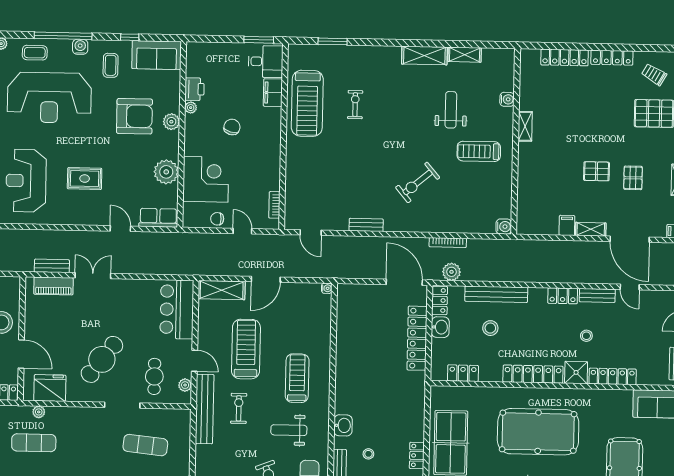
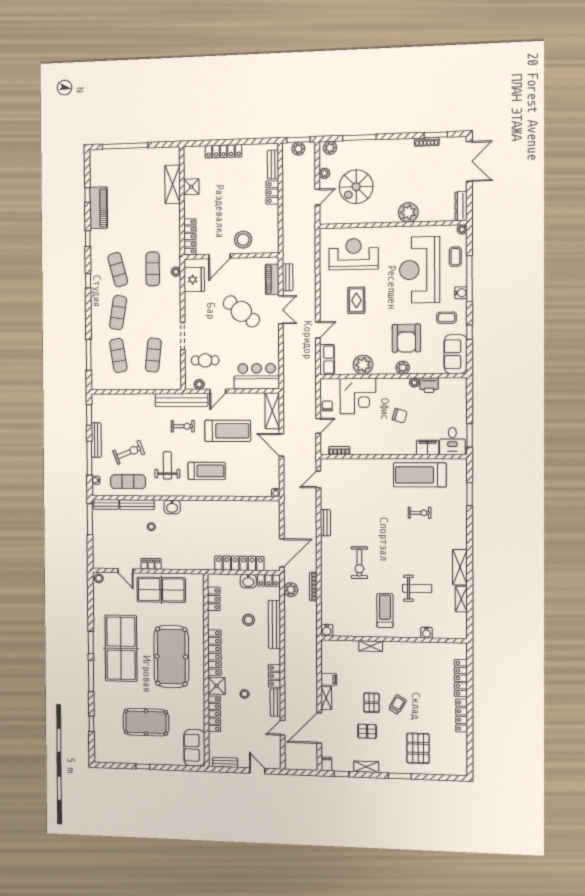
trolley: (654, 75) -> (397, 704), moved
shelving: (525, 126) -> (371, 646), moved
exercise bike: (418, 183) -> (359, 563), turned -140
cafe table: (102, 359) -> (241, 311), moved

